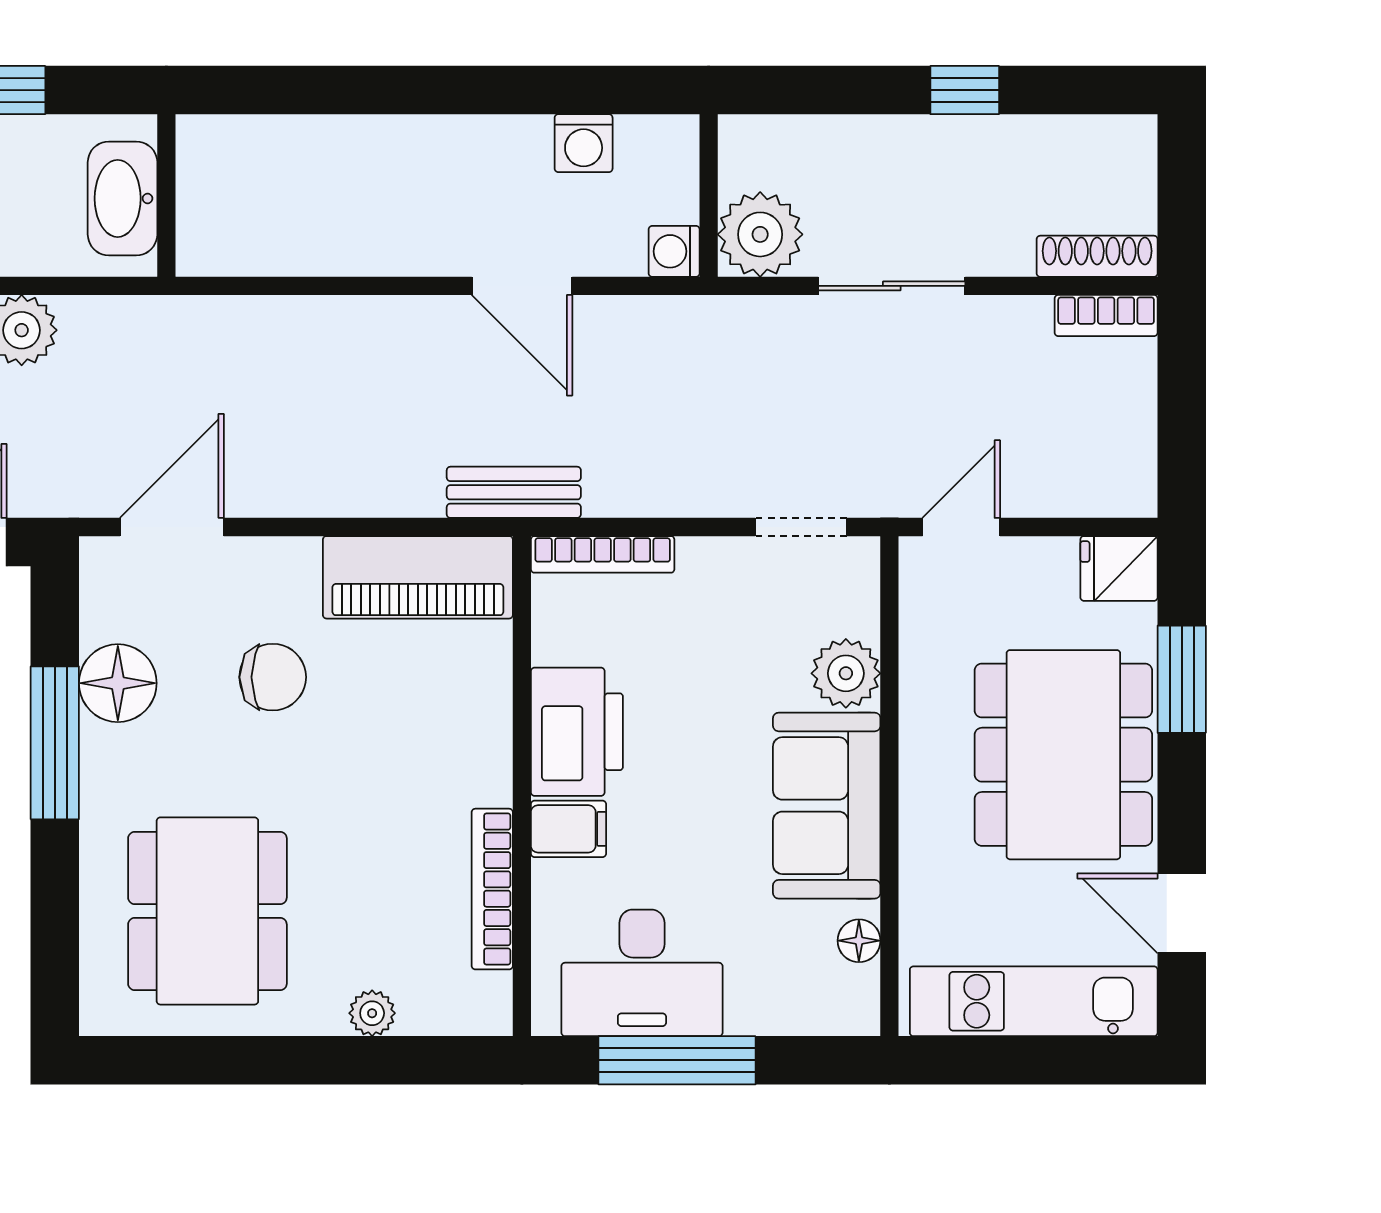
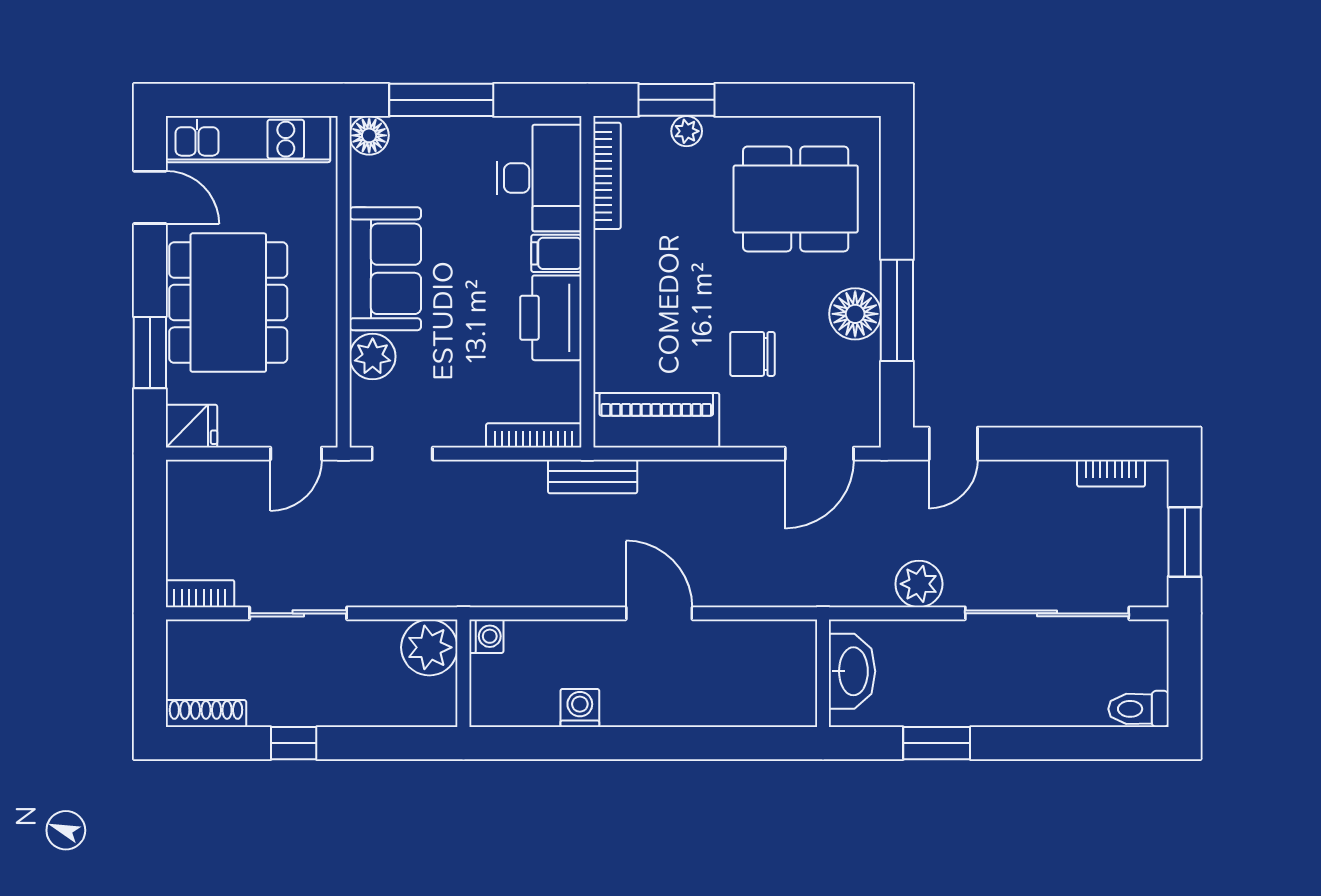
washing machine: (584, 143) -> (580, 708), moved
shoe rack: (1097, 256) -> (206, 714), moved, turned 180
door: (522, 286) -> (659, 613), moved
sliding door: (892, 286) -> (298, 613), moved
floor lamp: (118, 683) -> (855, 314), moved
bookcase: (492, 889) -> (607, 176), moved
dining table: (207, 911) -> (796, 199), turned 90
floor lamp: (859, 941) -> (369, 135), moved, width x1.37, depth x1.37
desk: (642, 973) -> (539, 178), moved, turned 90
window: (387, 1060) -> (677, 100), added
window: (677, 1060) -> (441, 100), moved

